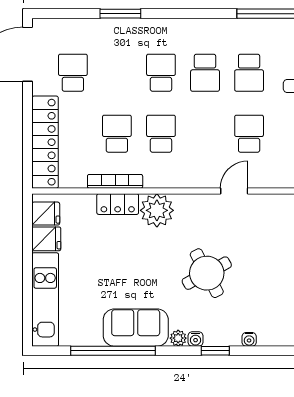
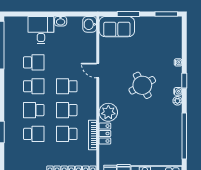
school desk: (73, 73) -> (34, 134), moved, turned 180
school desk: (249, 134) -> (67, 86), moved
sofa: (136, 328) -> (172, 124), removed

